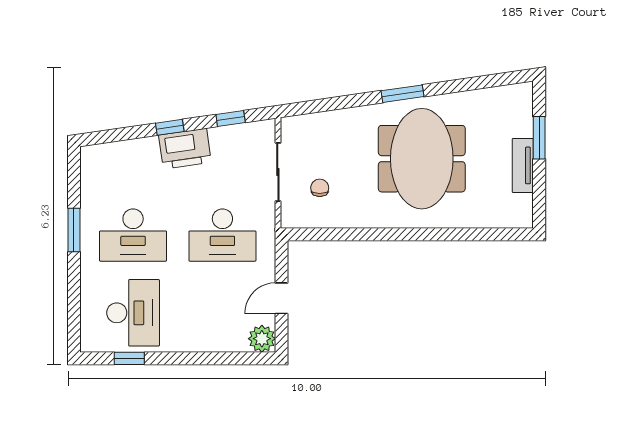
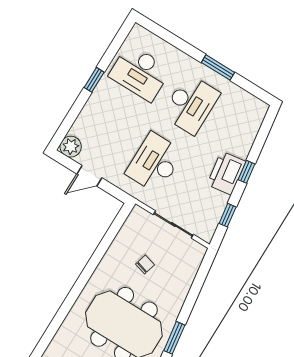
chair: (320, 188) -> (145, 265), moved, turned -74
desk: (133, 235) -> (191, 104), turned 180
door: (281, 298) -> (89, 176), swing flipped
window: (129, 358) -> (94, 80), moved

